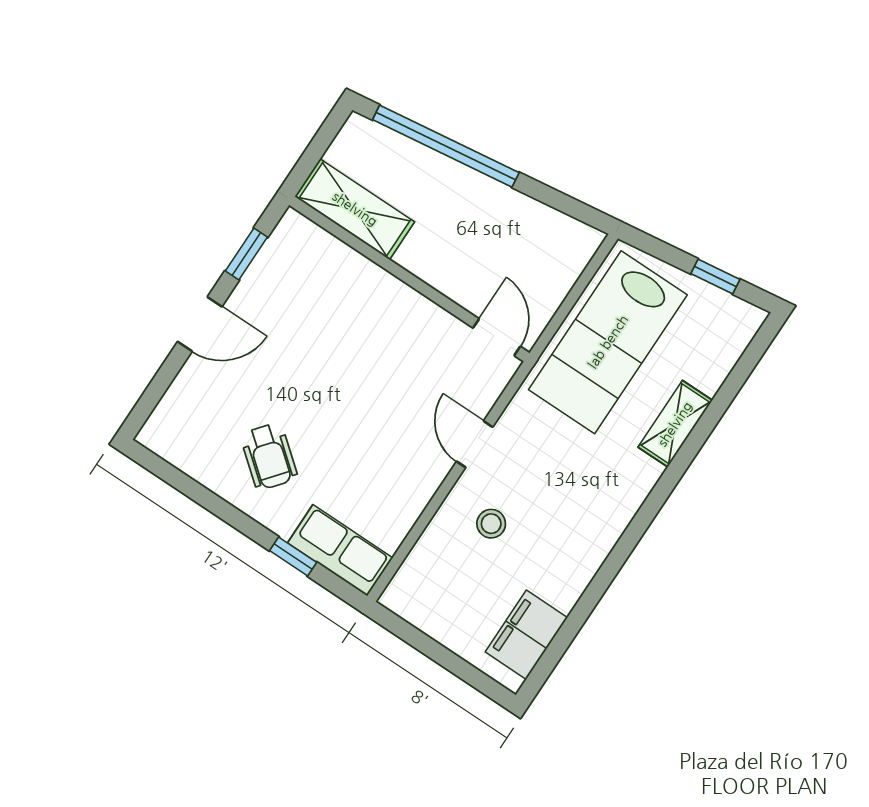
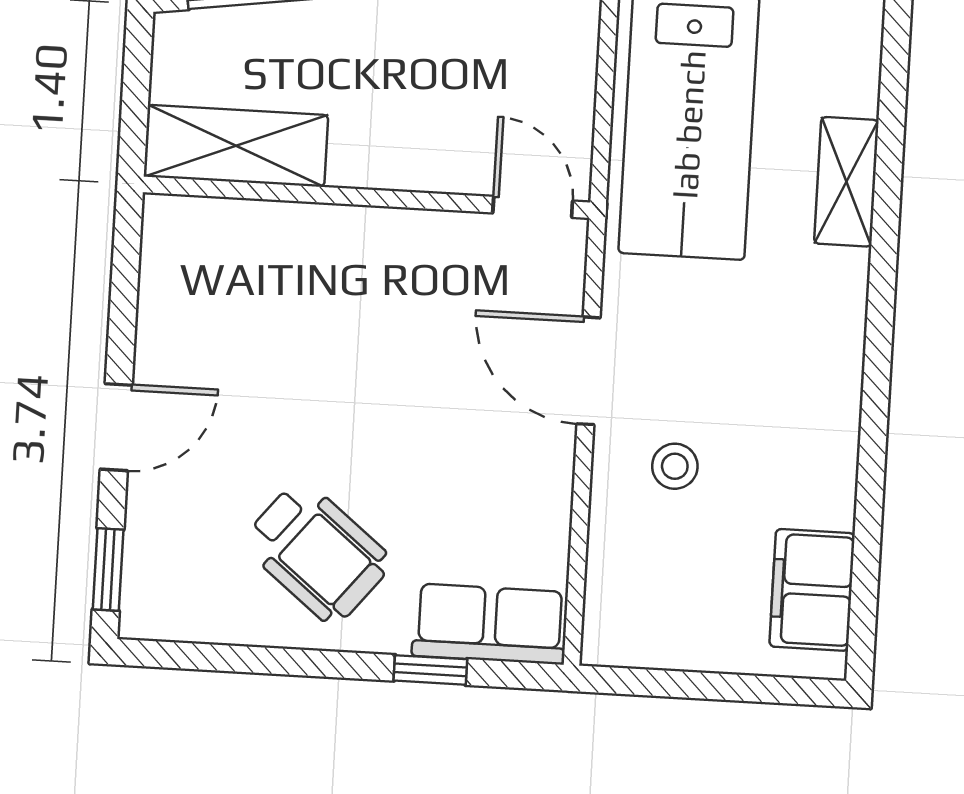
window: (246, 254) -> (108, 569), moved
door: (475, 444) -> (588, 371), width x1.38
wheelchair: (269, 456) -> (317, 552), width x1.36, depth x1.37

